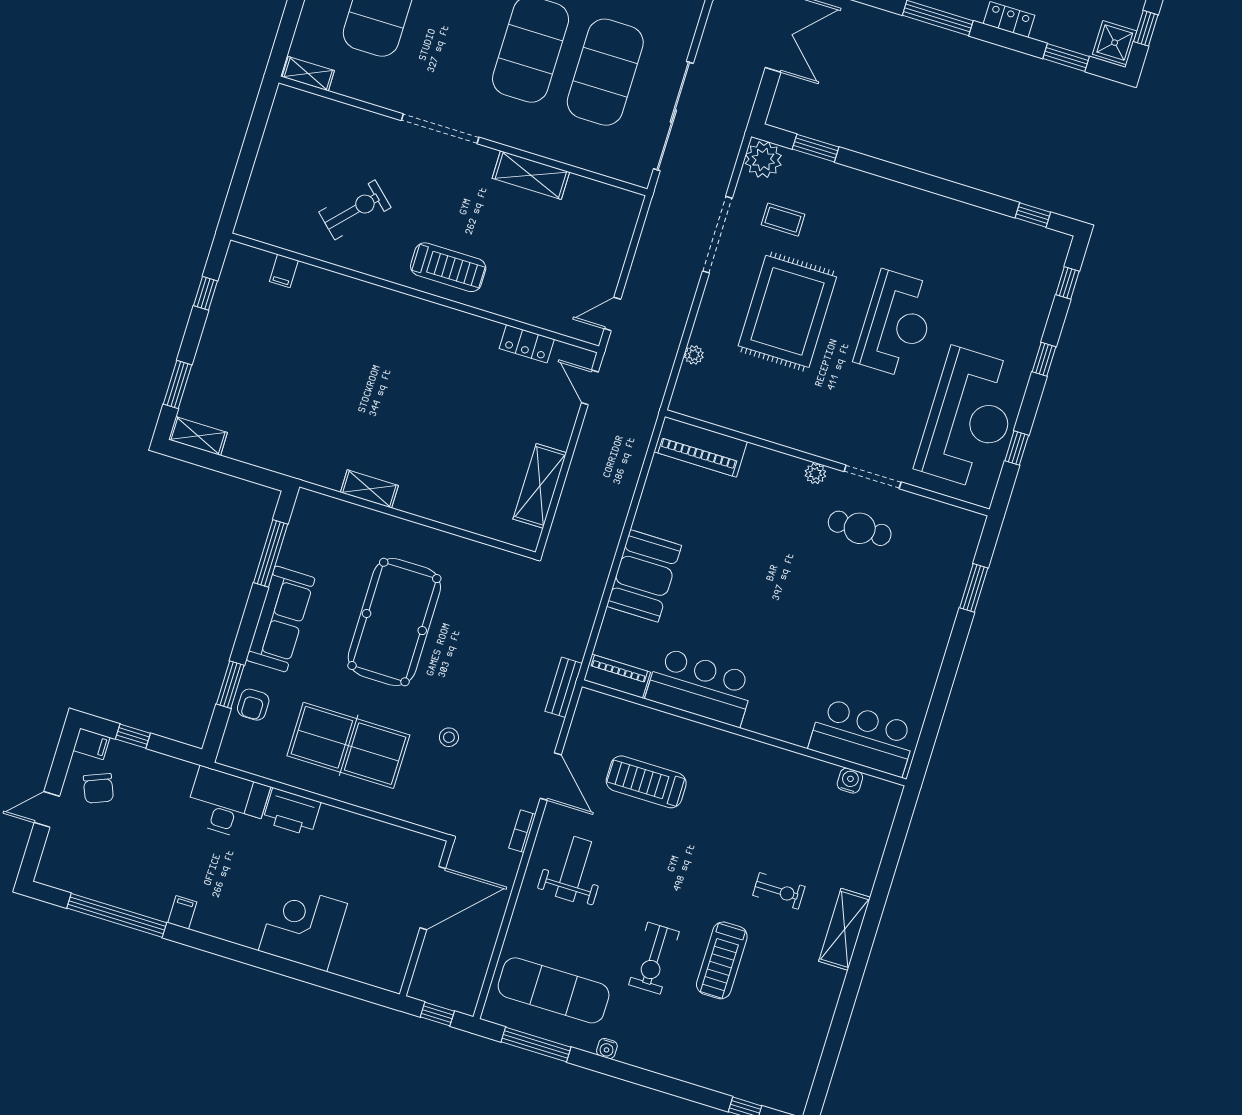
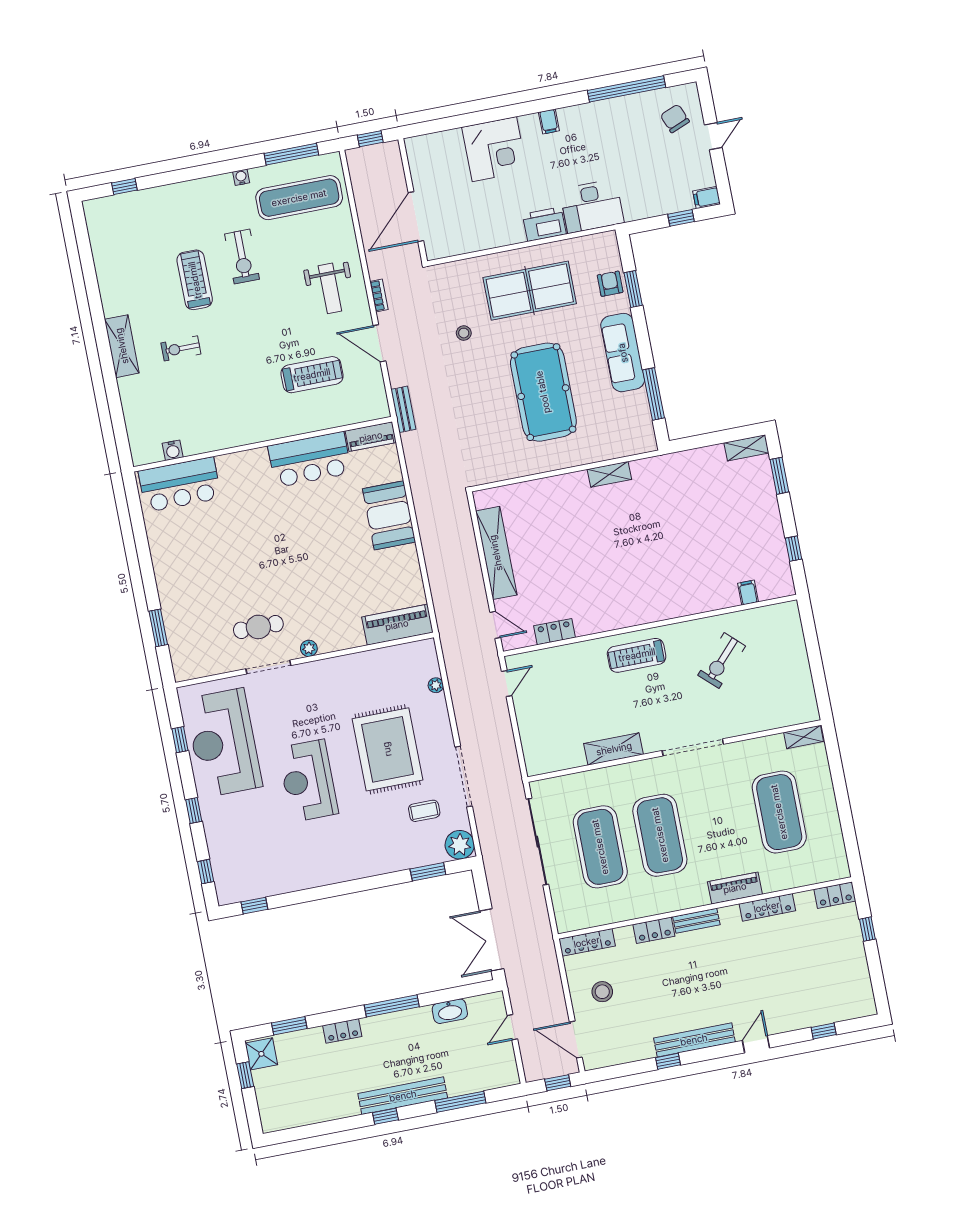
shelving: (540, 486) -> (496, 553), width x1.47
chair: (98, 788) -> (675, 118), moved
filing cabinet: (182, 912) -> (549, 122), moved
exercise bike: (654, 958) -> (242, 257), turned 180

